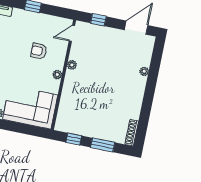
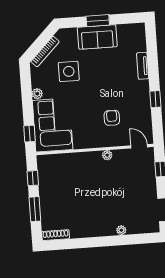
plant: (57, 75) -> (93, 143), removed
window: (32, 130) -> (29, 134), added

